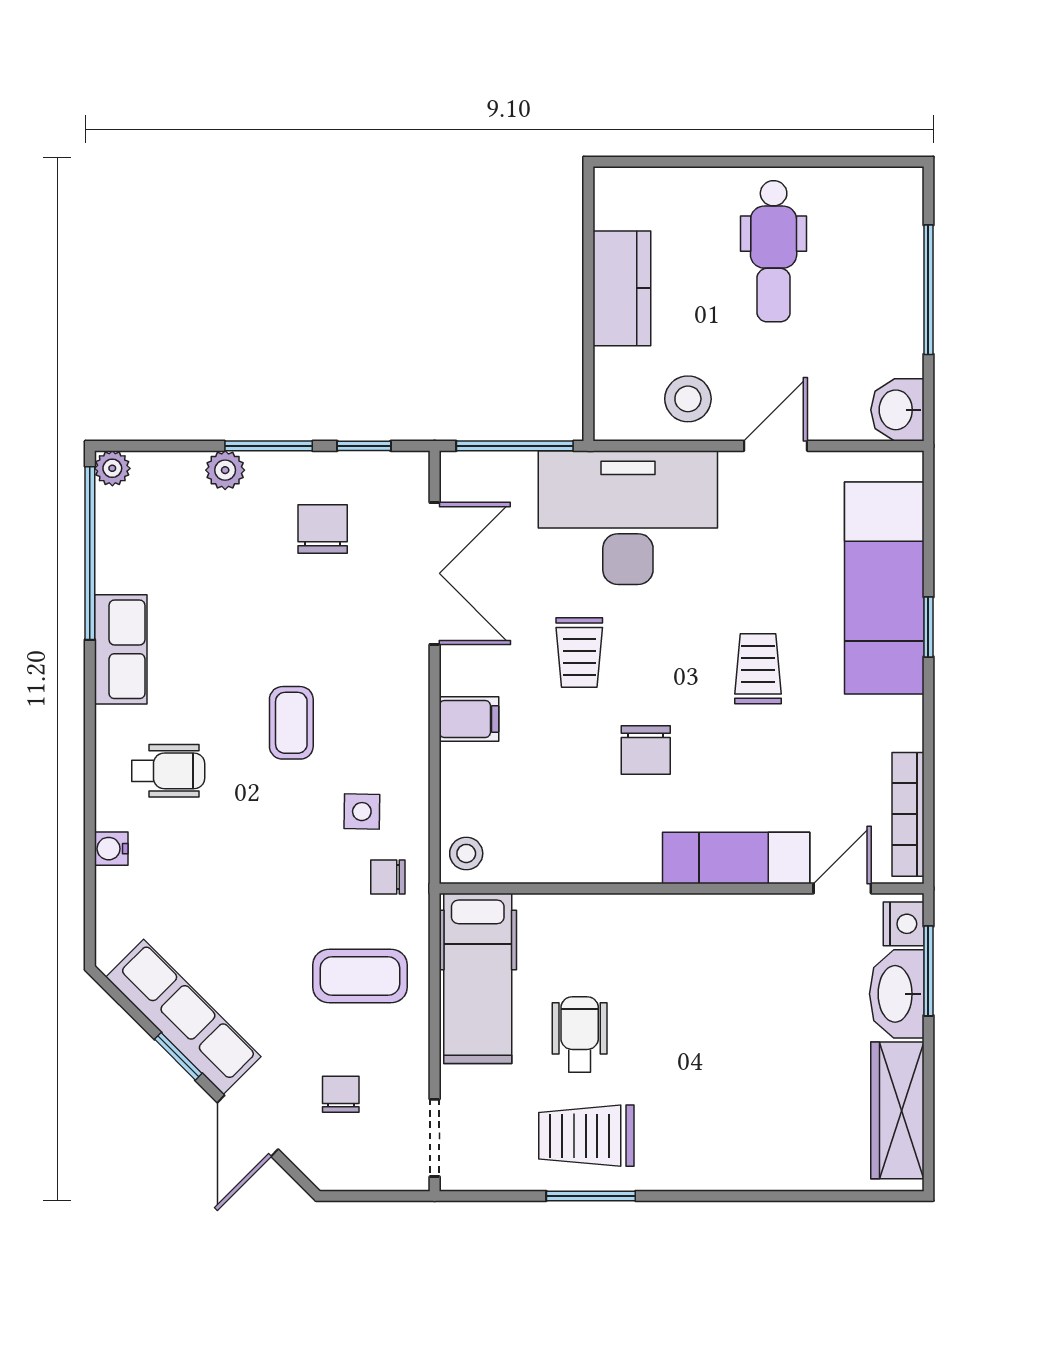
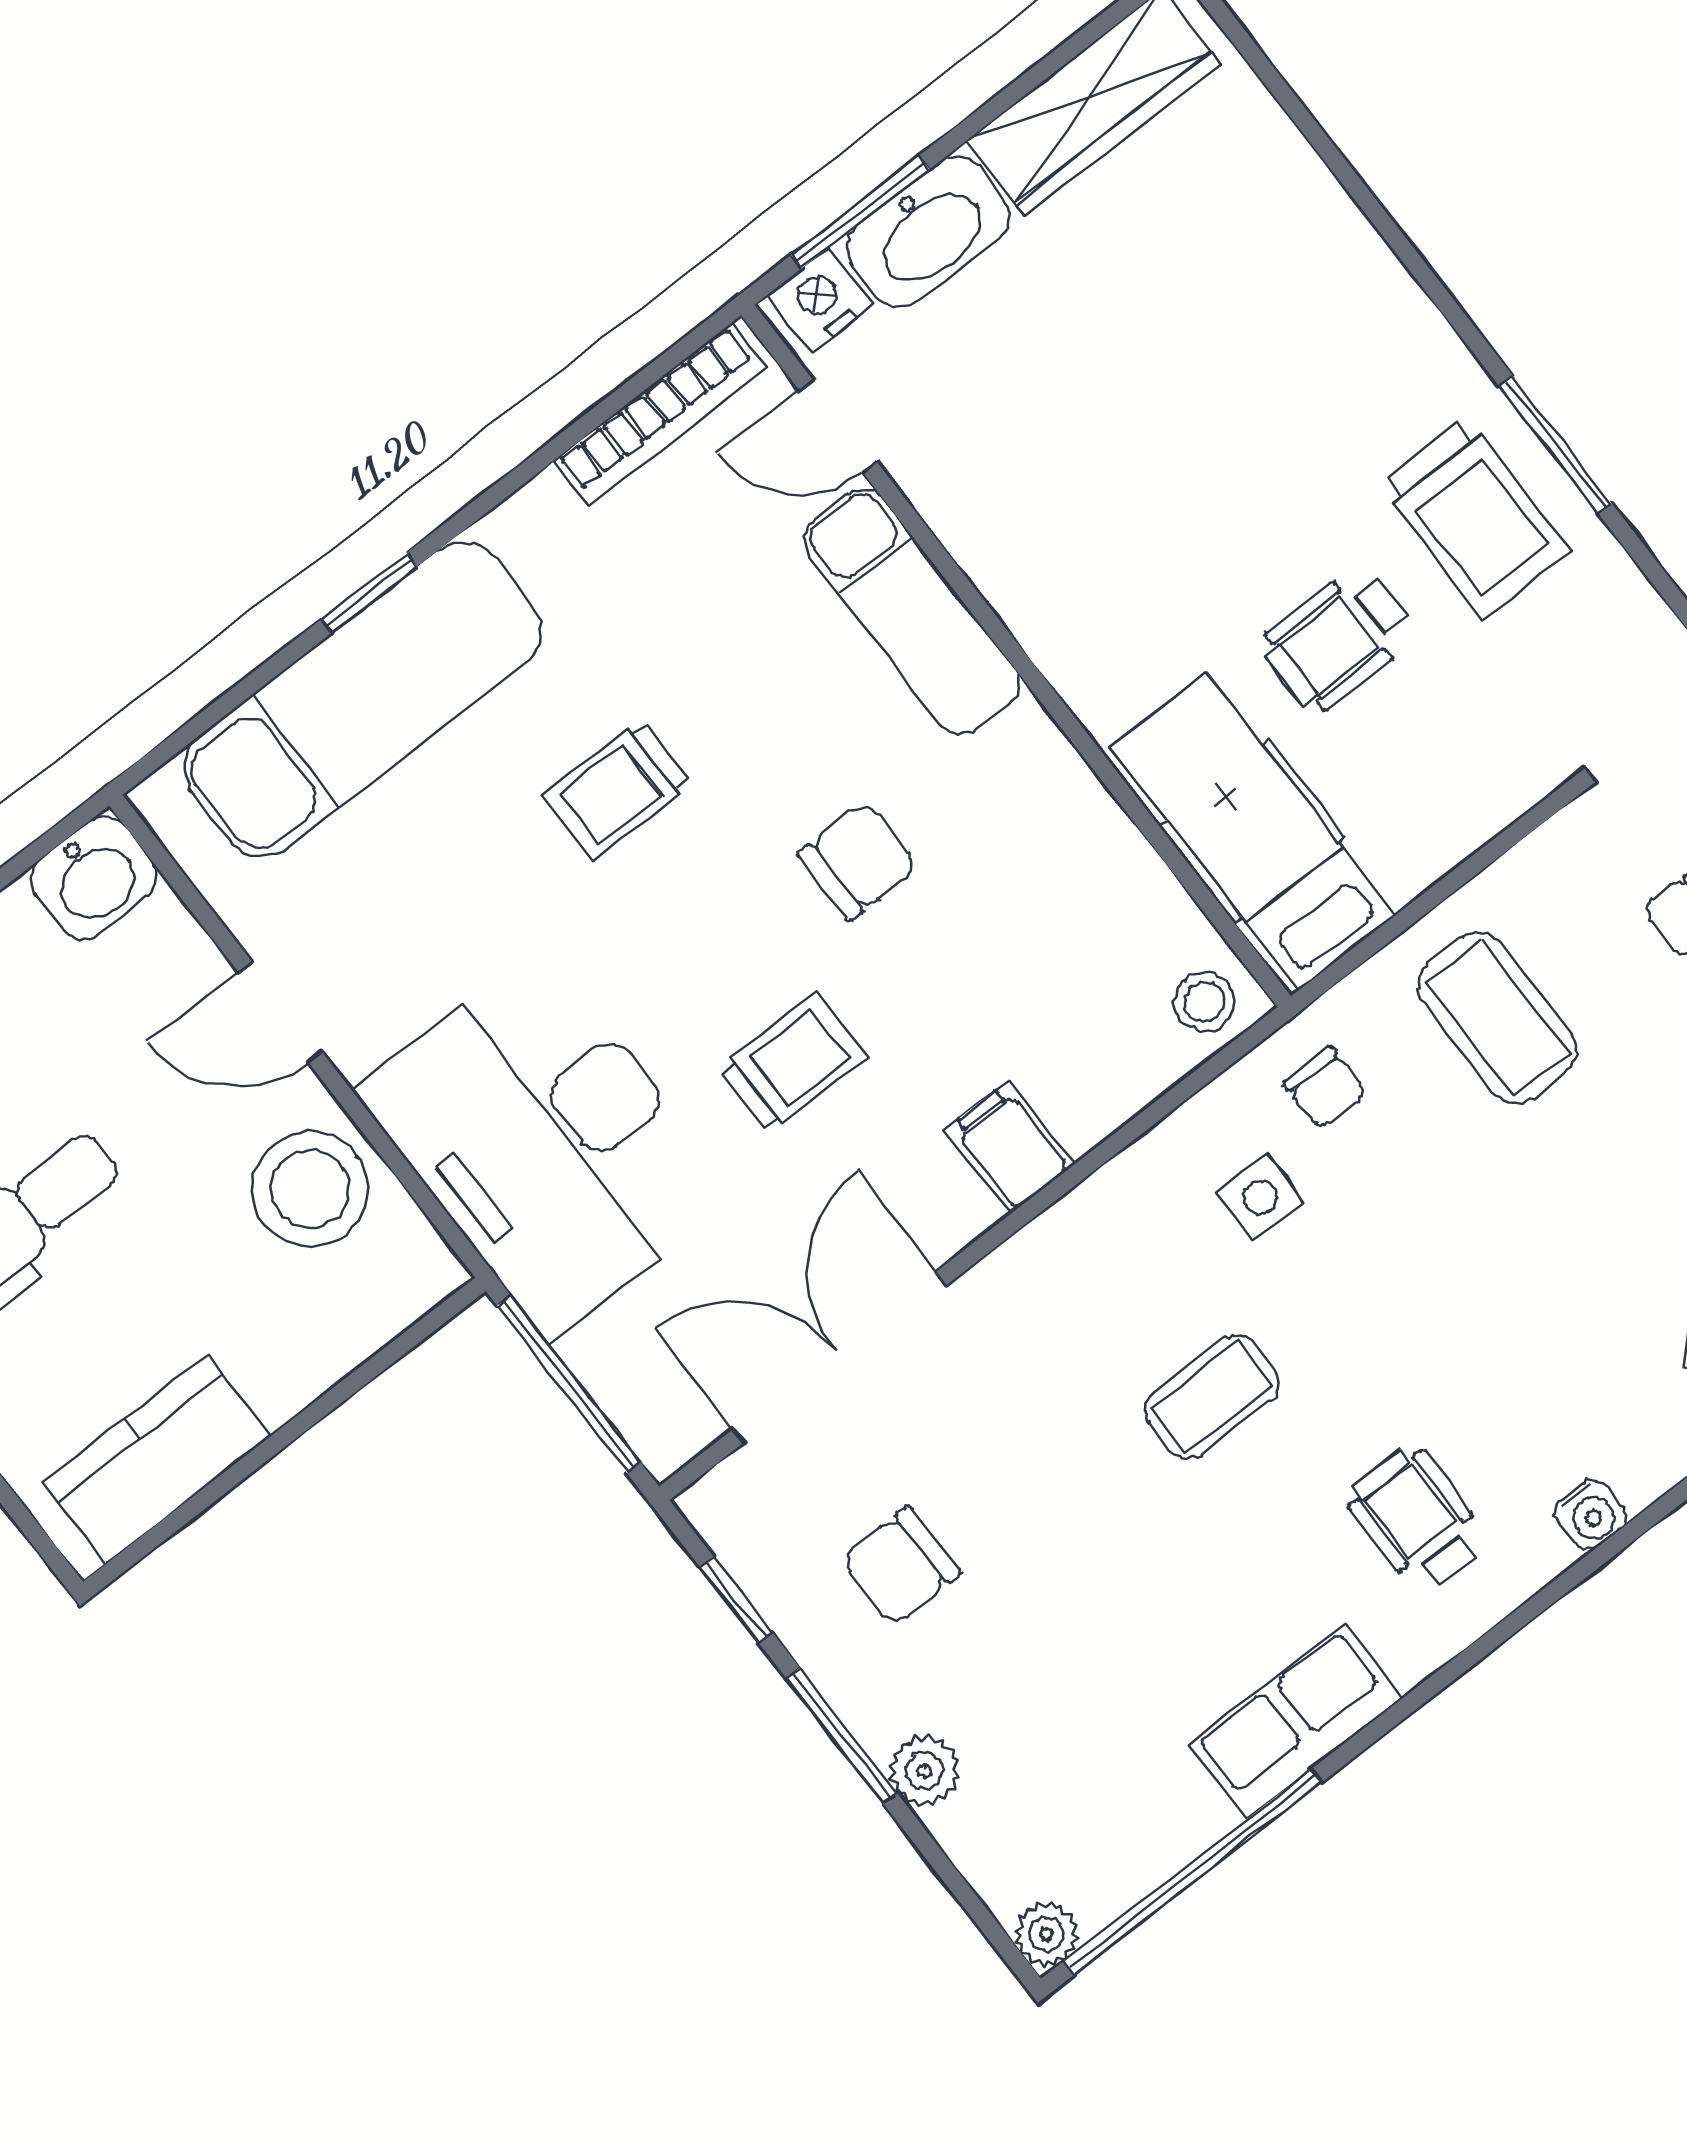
kitchen counter: (622, 288) -> (157, 1459), moved
stool: (688, 399) -> (310, 1189), width x1.38, depth x1.38
hospital bed: (478, 978) -> (1253, 831), moved, turned -90

